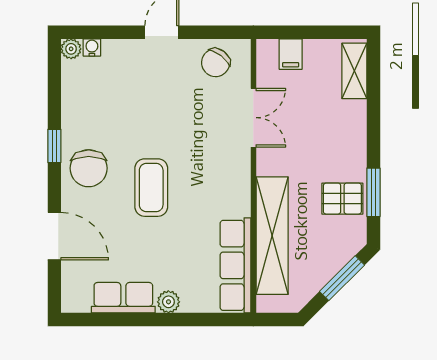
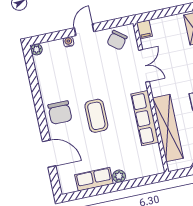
water cooler: (92, 47) -> (68, 42), moved
filing cabinet: (291, 54) -> (144, 29), moved
window: (54, 146) -> (39, 104), removed
row of seats: (235, 265) -> (145, 118), moved

